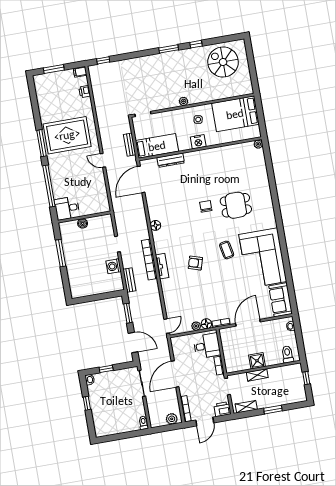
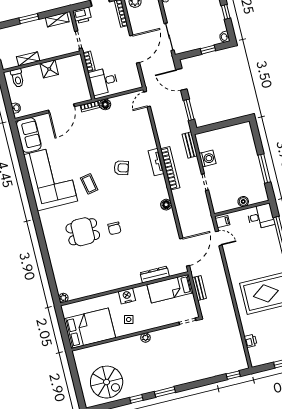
filing cabinet: (80, 72) -> (222, 222), moved
door: (103, 160) -> (219, 238), moved
plant: (196, 326) -> (116, 101), removed
shelving: (257, 375) -> (28, 59), moved

